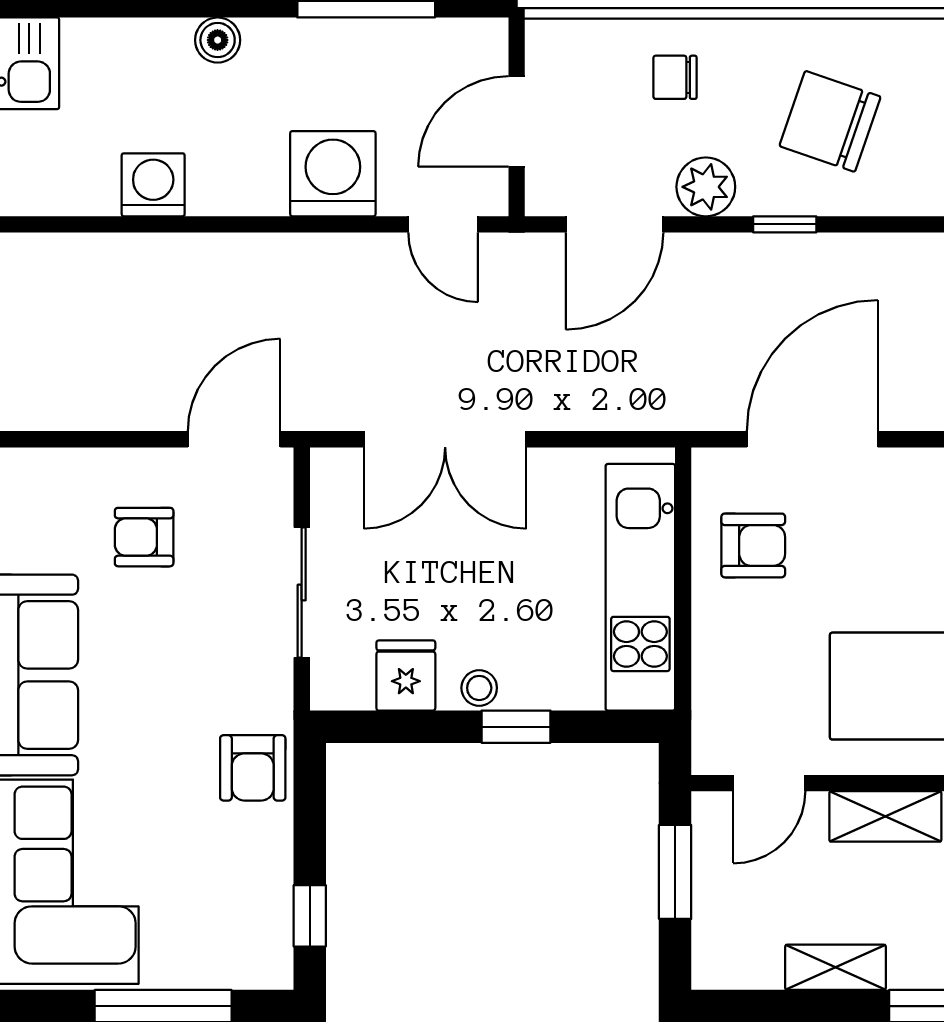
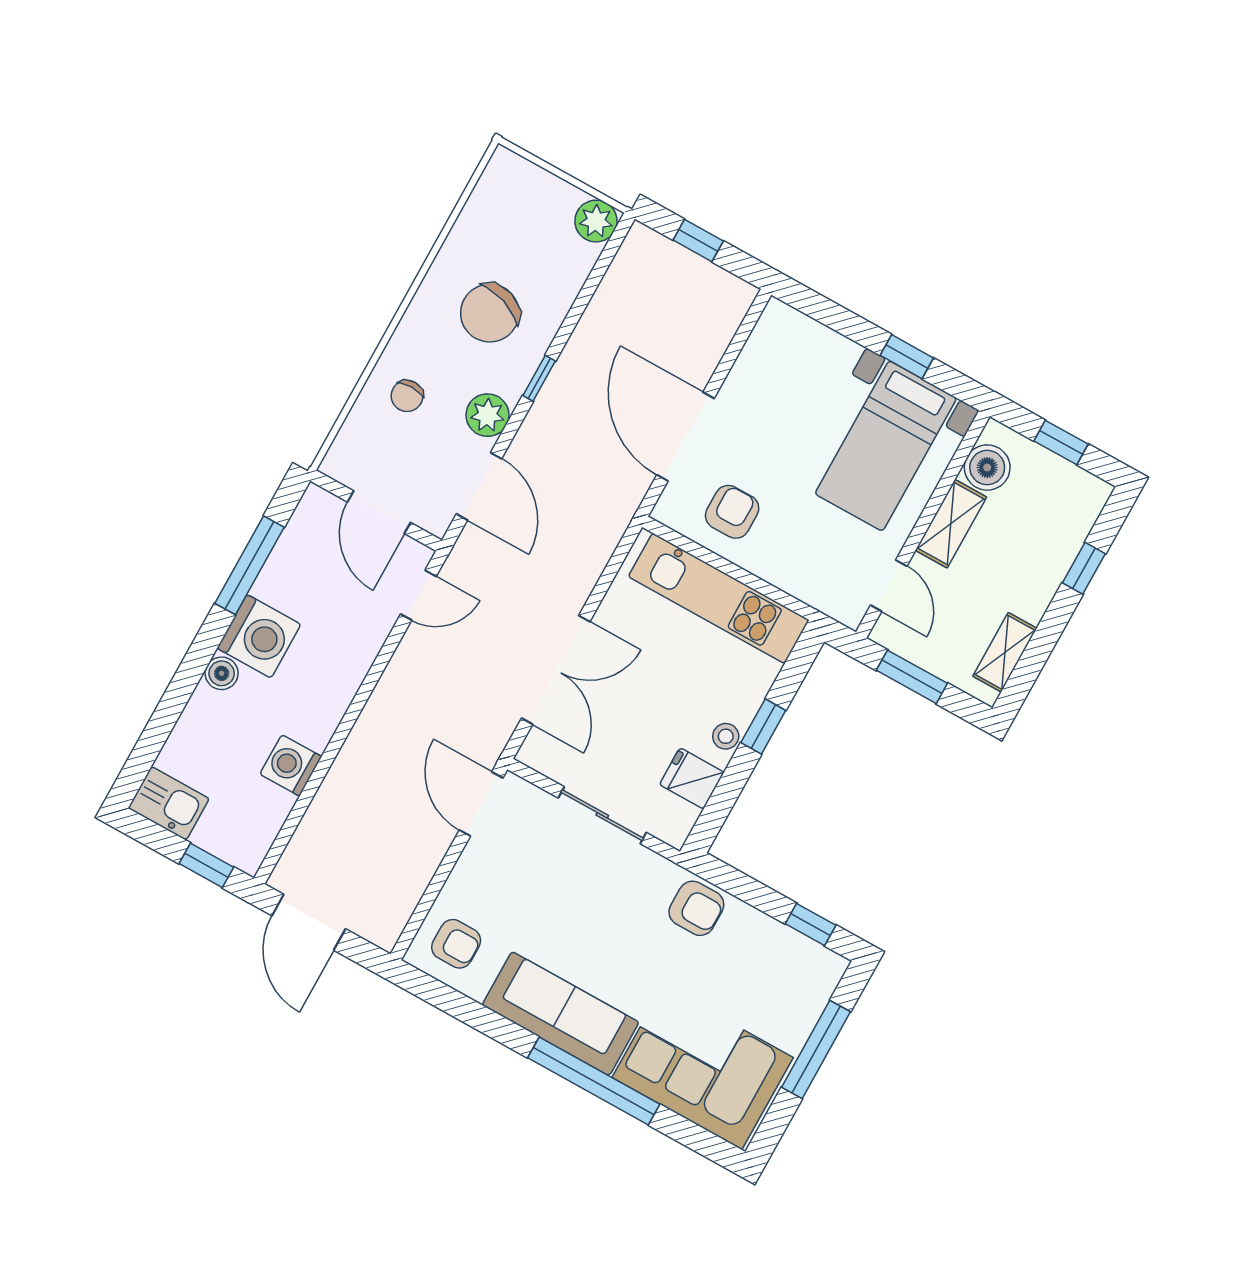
washing machine: (333, 174) -> (259, 636), moved, turned 180
armchair: (144, 537) -> (456, 944), moved, turned -90
shelving: (835, 967) -> (1005, 652), moved

